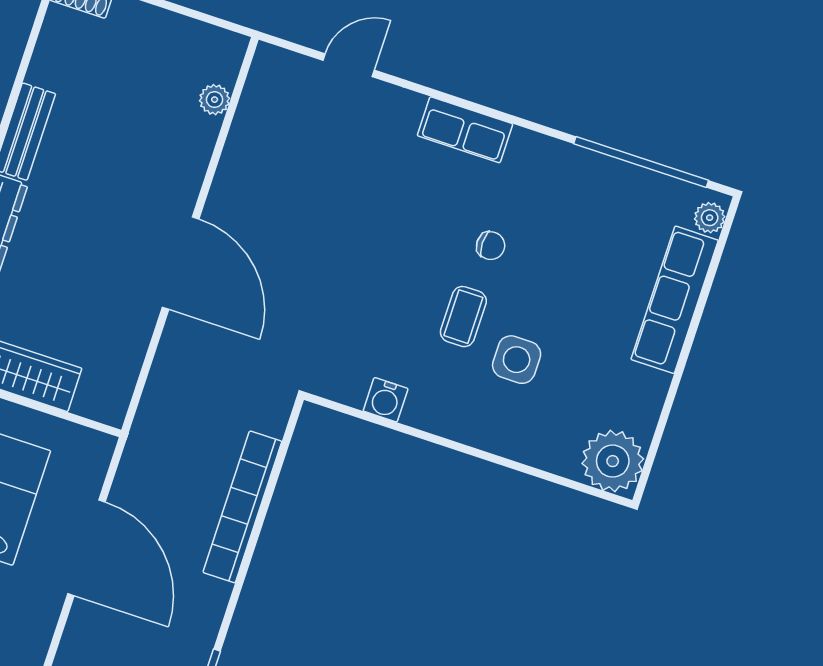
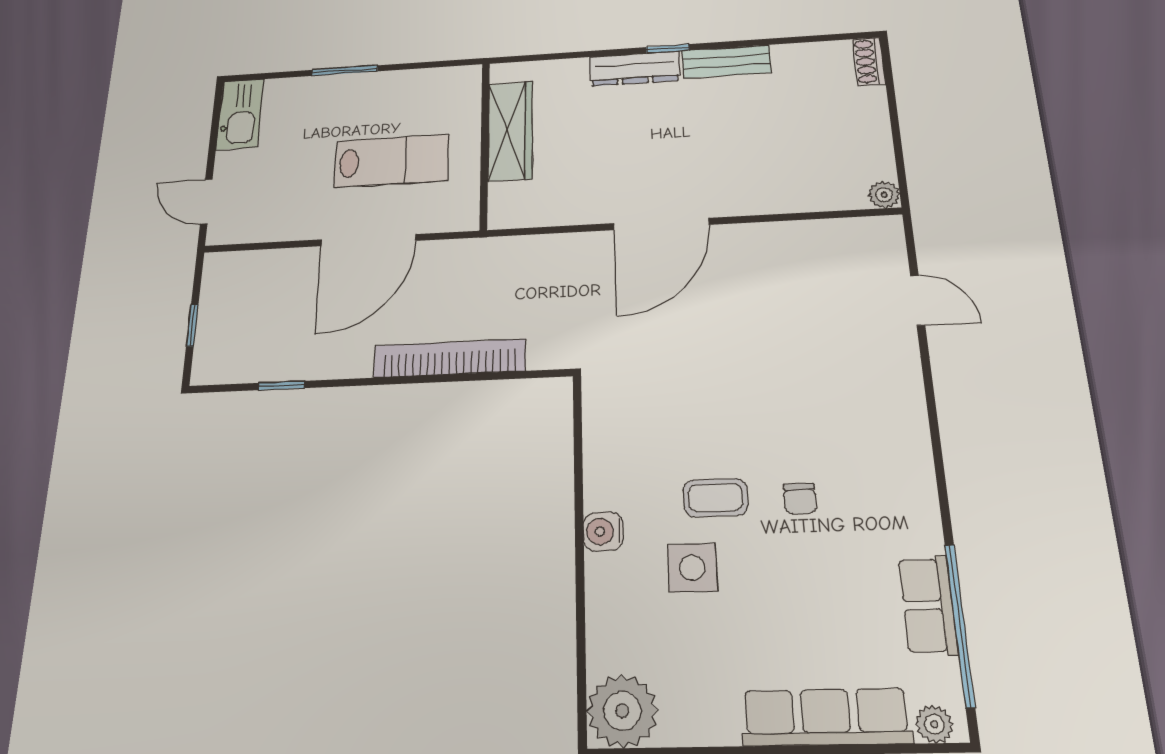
plant: (215, 100) -> (884, 195), moved
row of seats: (465, 130) -> (928, 605), moved
water cooler: (386, 400) -> (603, 531), moved

